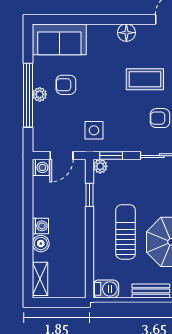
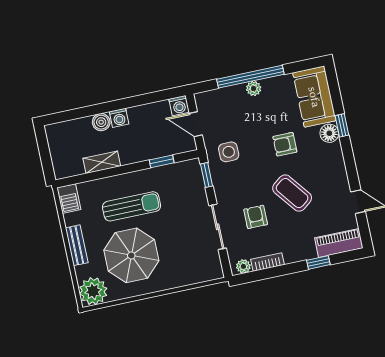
window: (92, 19) -> (342, 125), added
floor lamp: (126, 33) -> (329, 133), moved
coffee table: (145, 79) -> (292, 193), turned -38
armchair: (66, 85) -> (285, 144), moved, turned -90
plant: (100, 166) -> (193, 166), removed
shelving: (40, 279) -> (102, 162), moved

